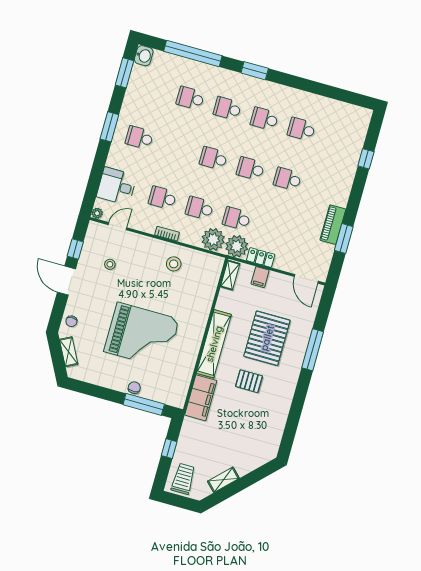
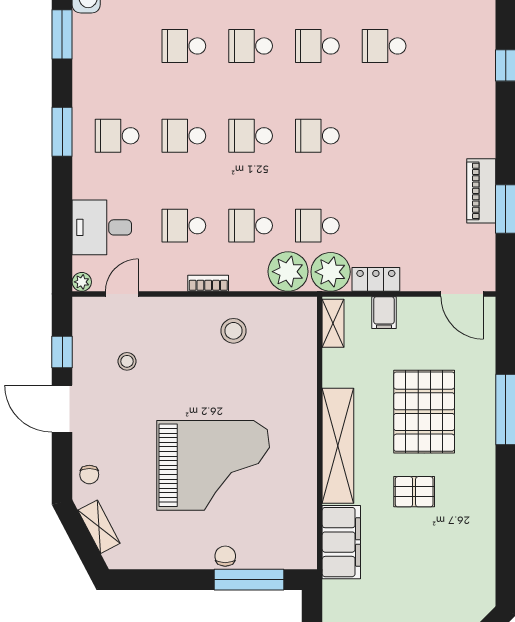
school desk: (287, 179) -> (184, 136), moved

